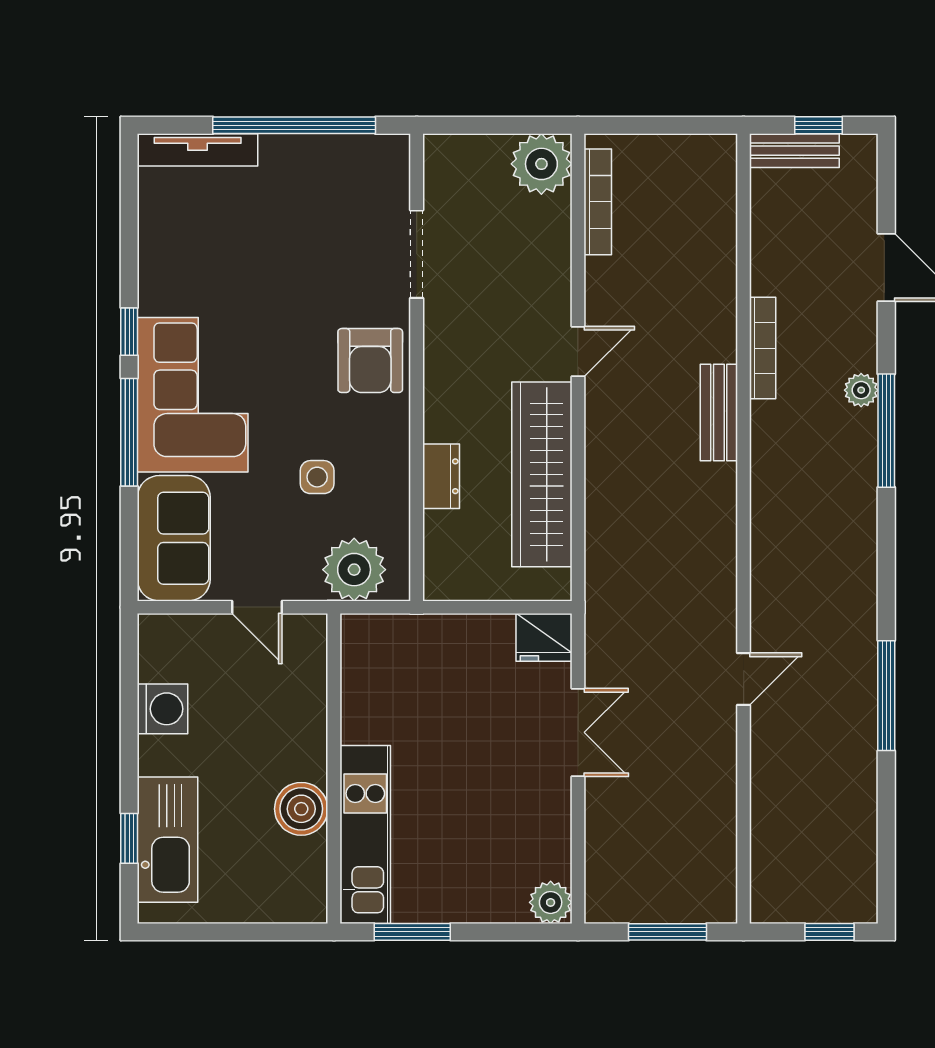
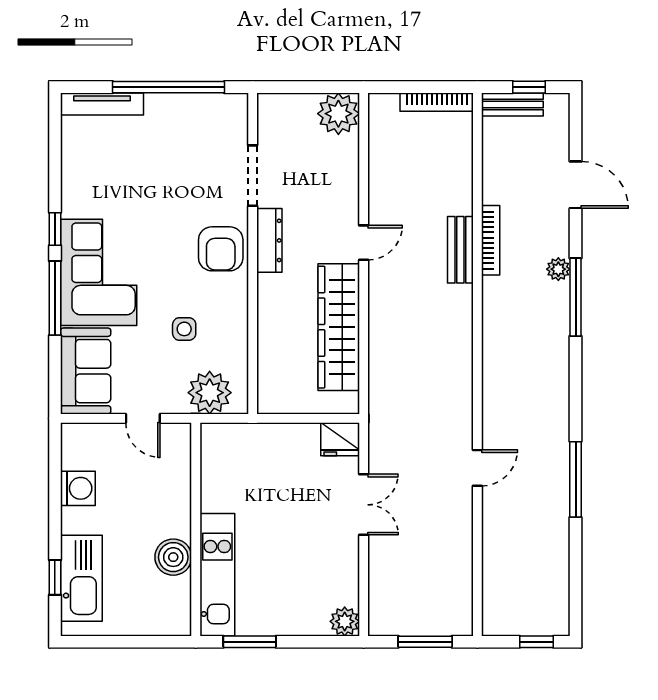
bookcase: (598, 202) -> (437, 102), moved, turned 90
bench: (719, 412) -> (460, 250), moved
dresser: (441, 476) -> (269, 240), moved, width x1.44

